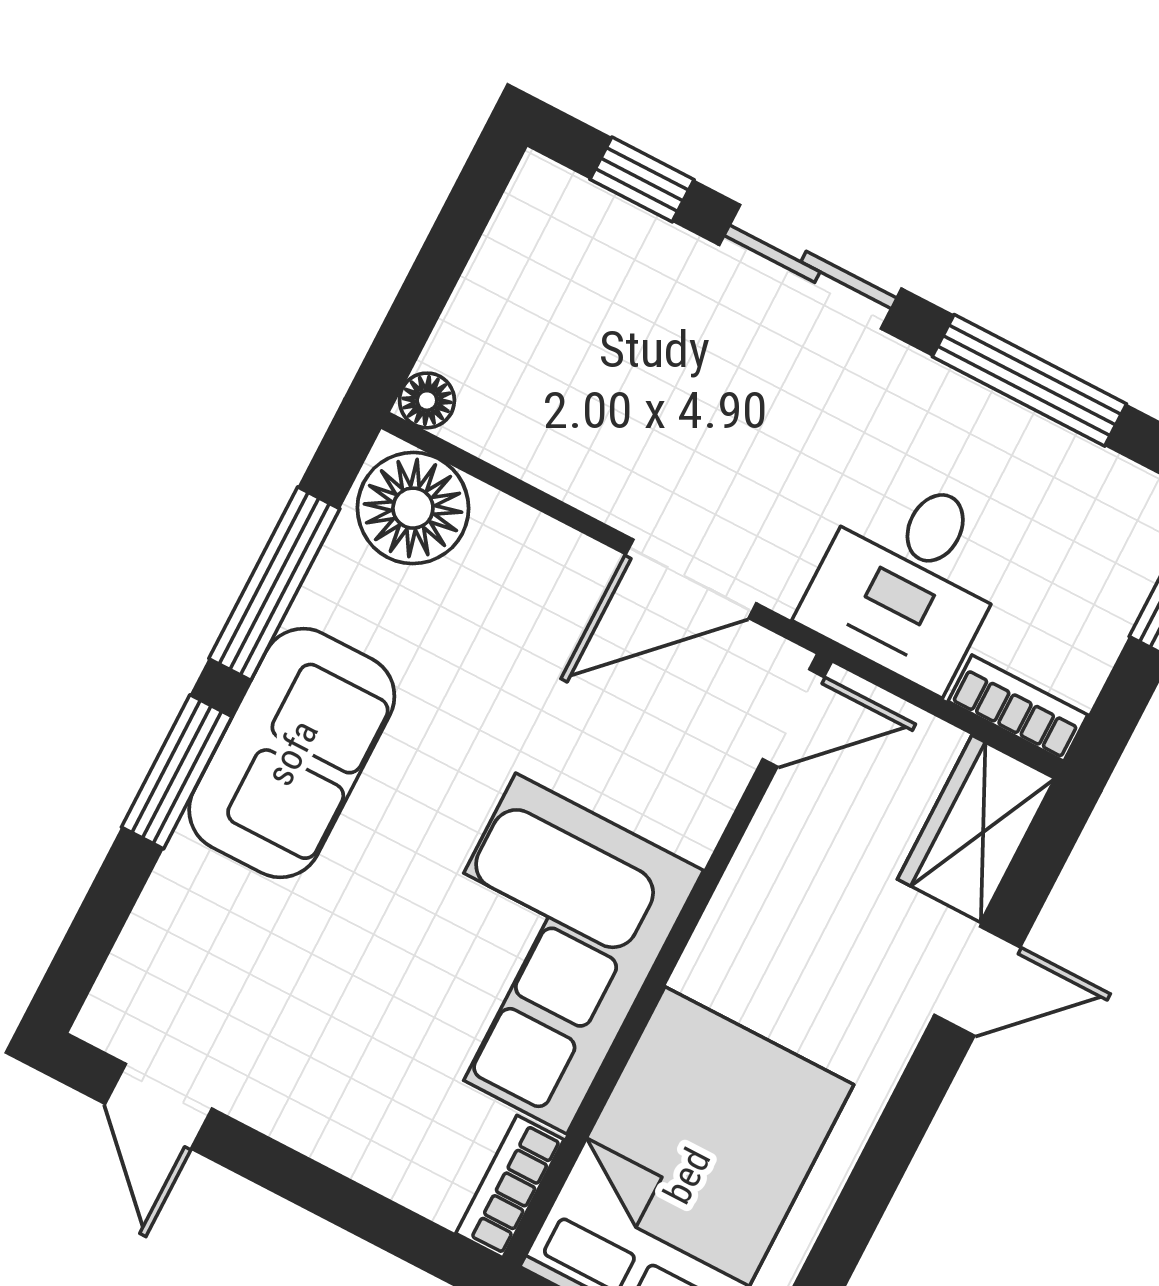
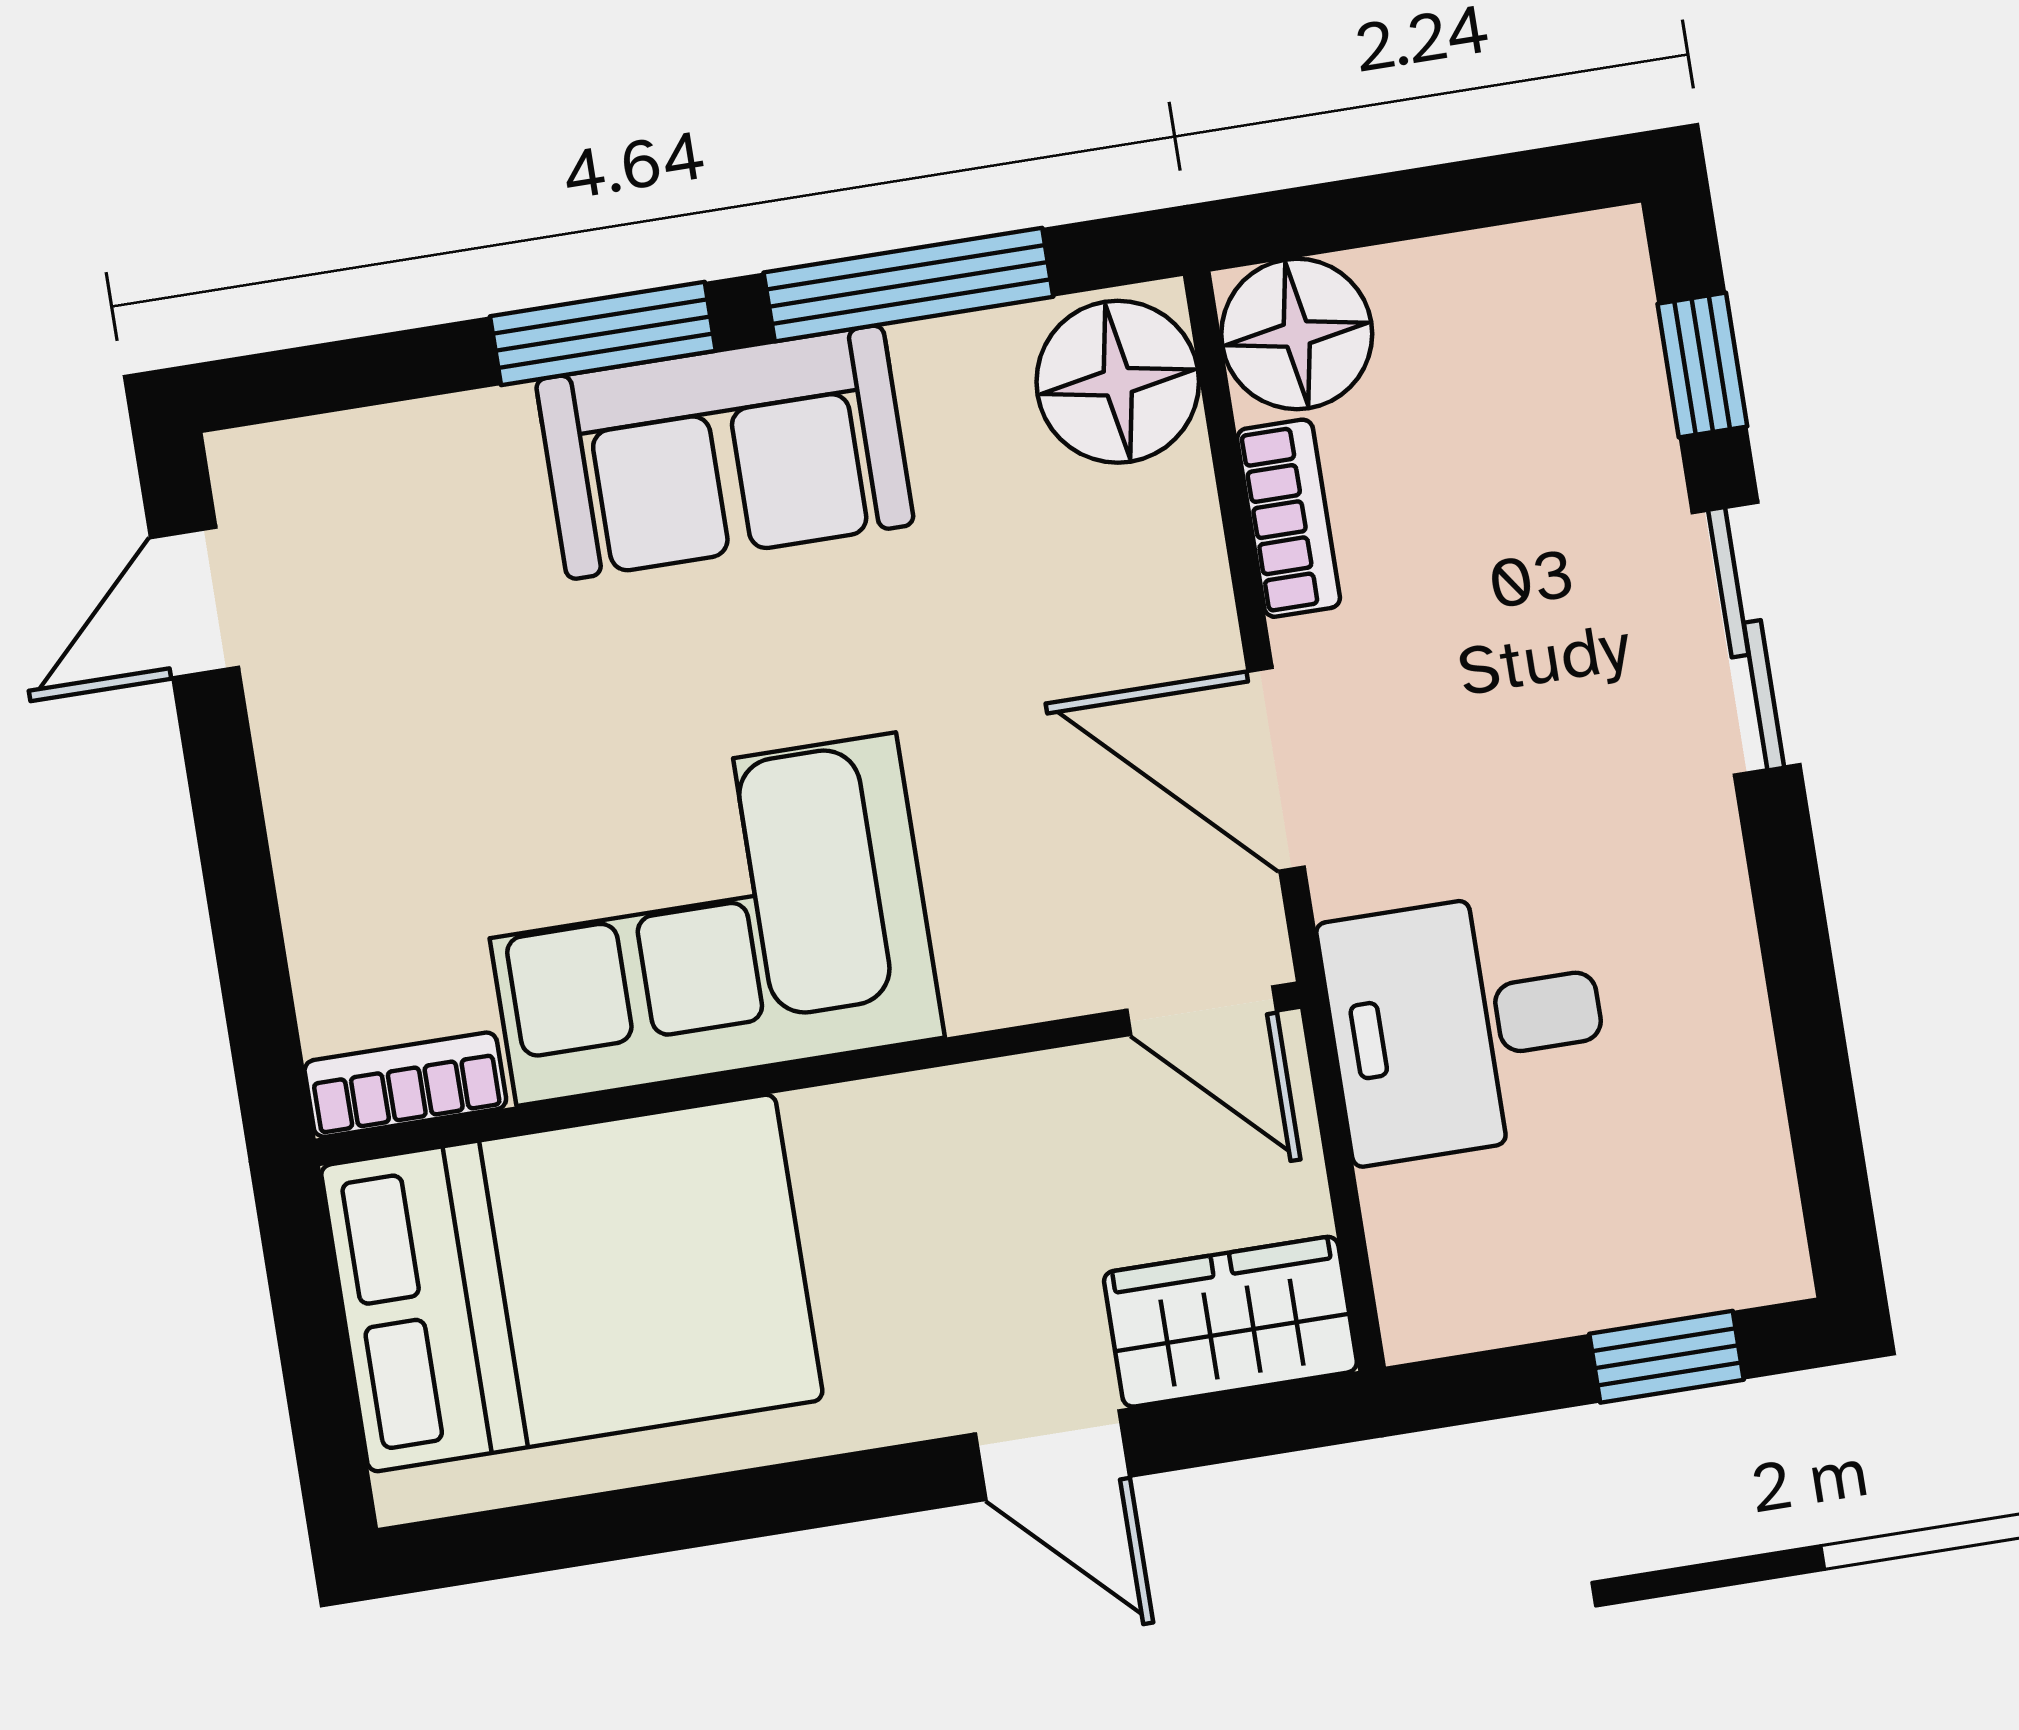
window: (1029, 380) -> (1803, 994), removed
floor lamp: (427, 400) -> (1297, 334), width x1.89, depth x1.89
bookcase: (1018, 708) -> (1289, 518), moved

